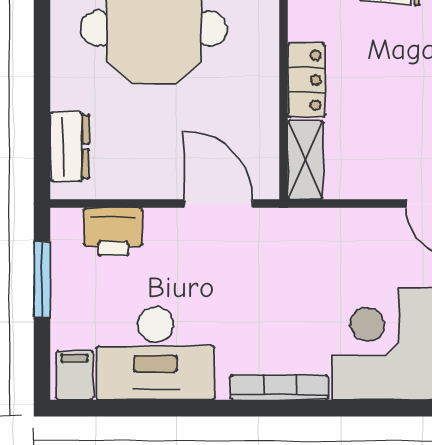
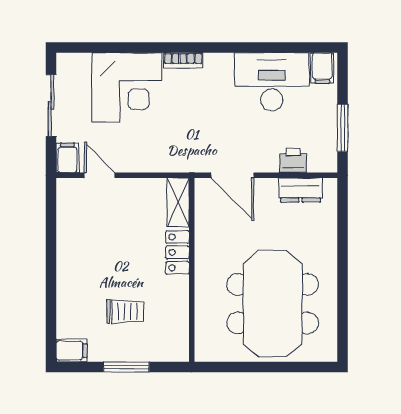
dresser: (70, 147) -> (301, 190), moved, turned -90
printer: (113, 232) -> (293, 161), width x0.73, depth x0.81
bookcase: (279, 387) -> (183, 60), width x0.64

